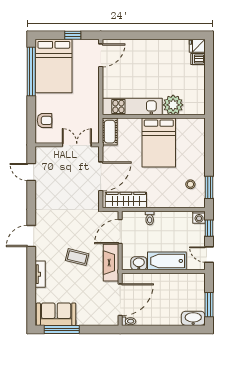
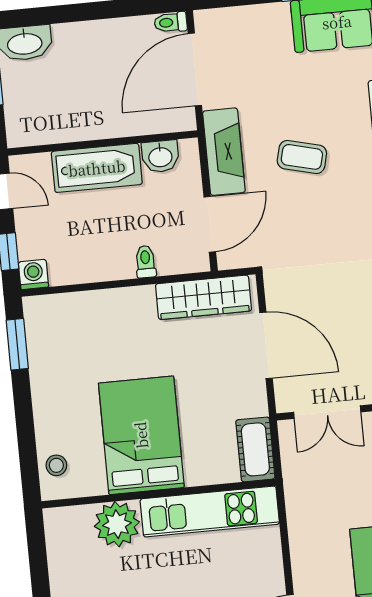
door: (101, 176) -> (266, 345), swing flipped
stool: (190, 184) -> (56, 465), moved

